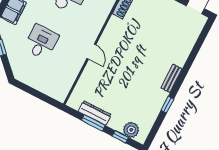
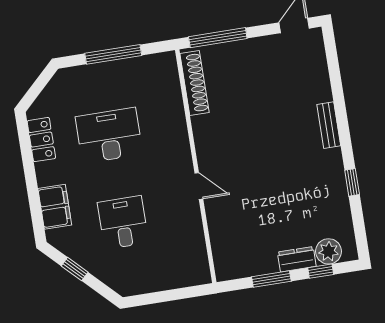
bench: (171, 78) -> (329, 125), moved
dresser: (95, 113) -> (297, 259), moved, width x0.70

